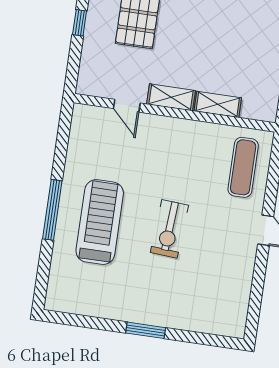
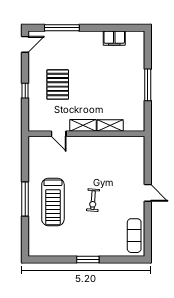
exercise mat: (243, 167) -> (134, 236), moved
treadmill: (100, 222) -> (53, 202), turned 180
exercise bike: (169, 229) -> (93, 200), width x0.73, depth x0.72

